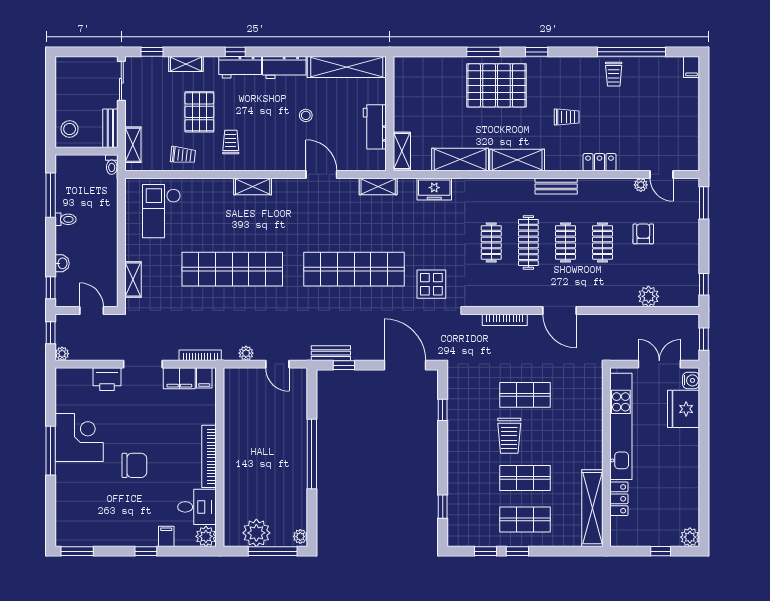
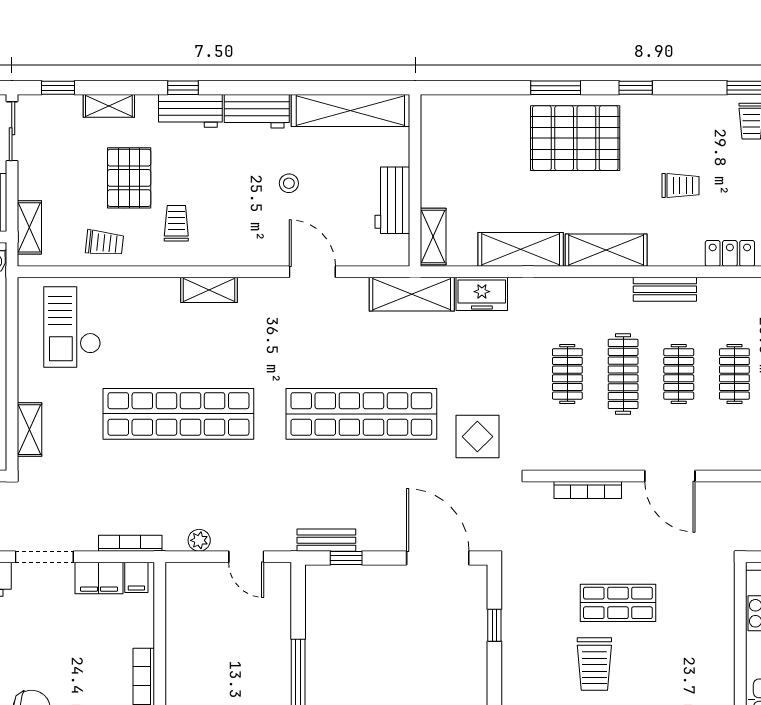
shelving: (378, 186) -> (412, 294), width x1.50, depth x1.33

